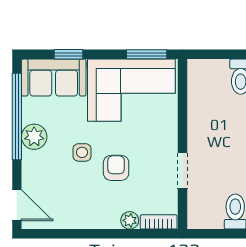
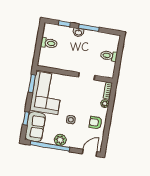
armchair: (116, 168) -> (96, 123), moved

